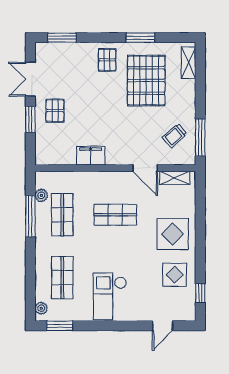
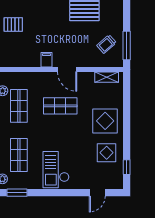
pallet: (55, 111) -> (13, 25), turned 90
filing cabinet: (91, 156) -> (47, 60), width x0.50
door: (145, 168) -> (67, 69), moved

